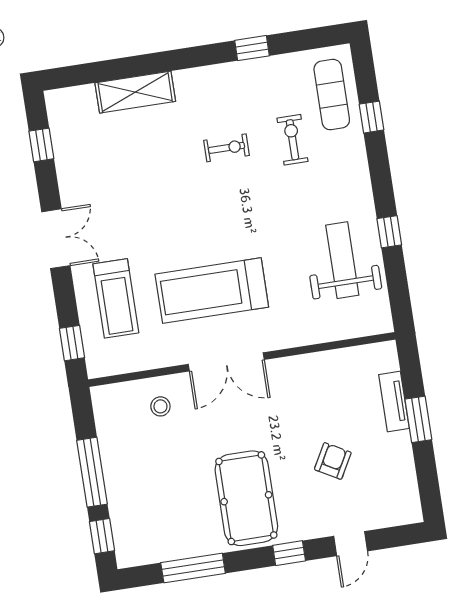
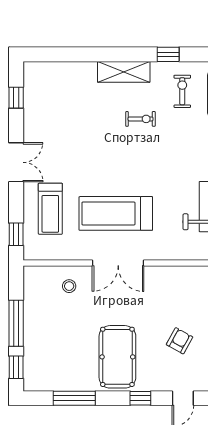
shelving: (135, 92) -> (124, 72), moved
exercise bike: (292, 140) -> (182, 91), moved

